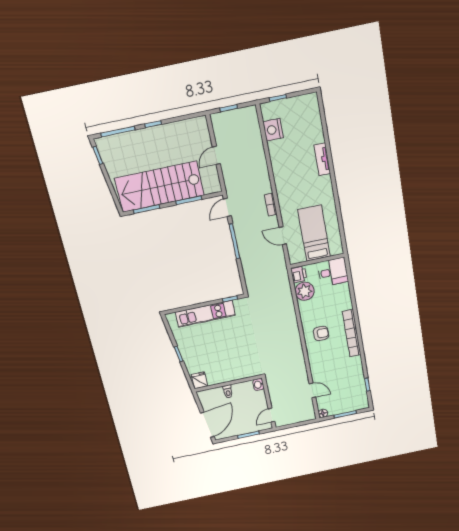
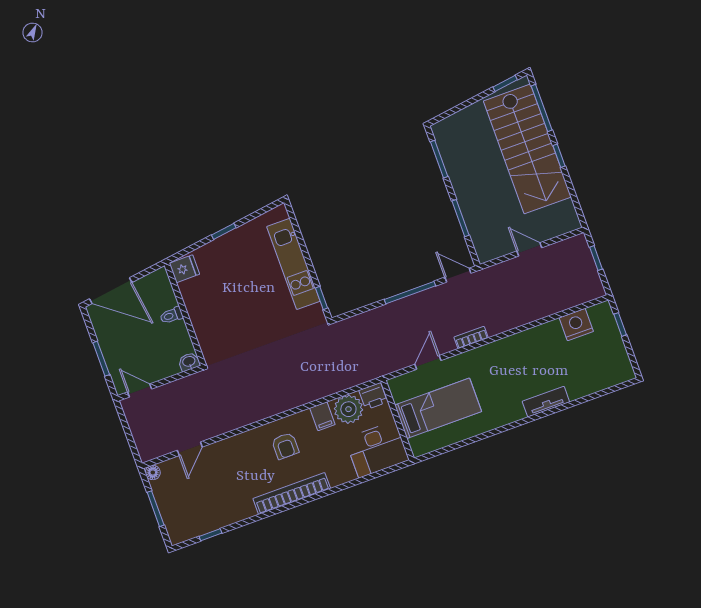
stairs: (159, 187) -> (527, 149), moved, turned 180
desk: (333, 272) -> (377, 449), width x1.37
filing cabinet: (306, 308) -> (322, 416), added

